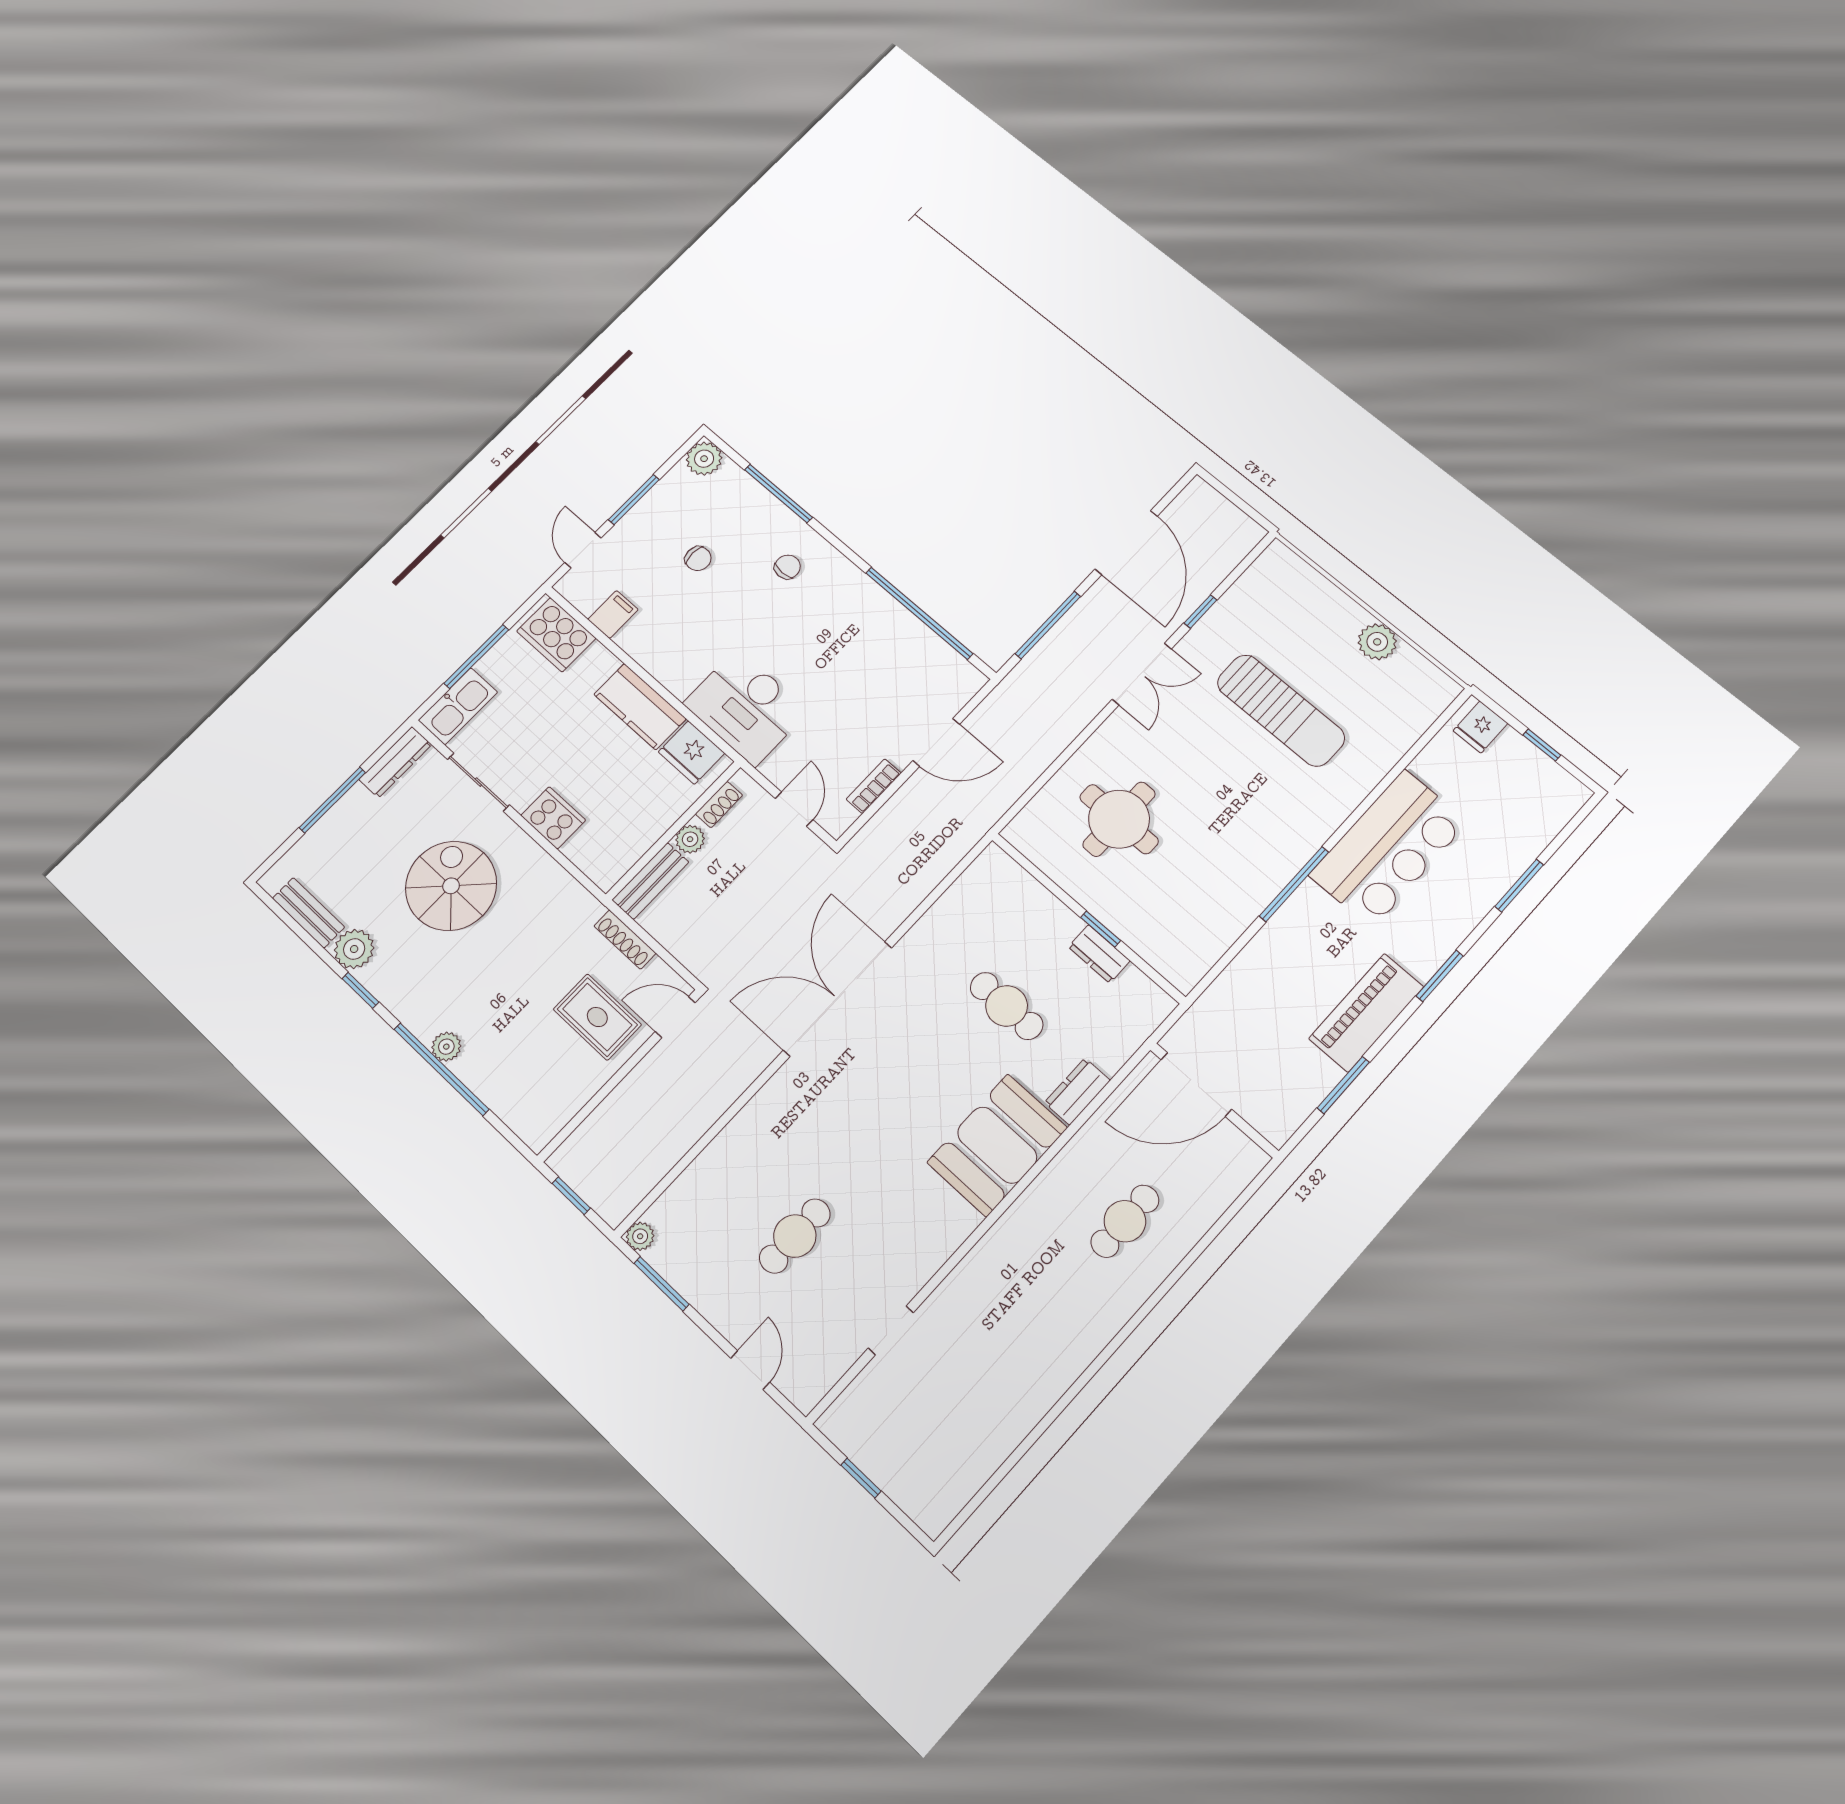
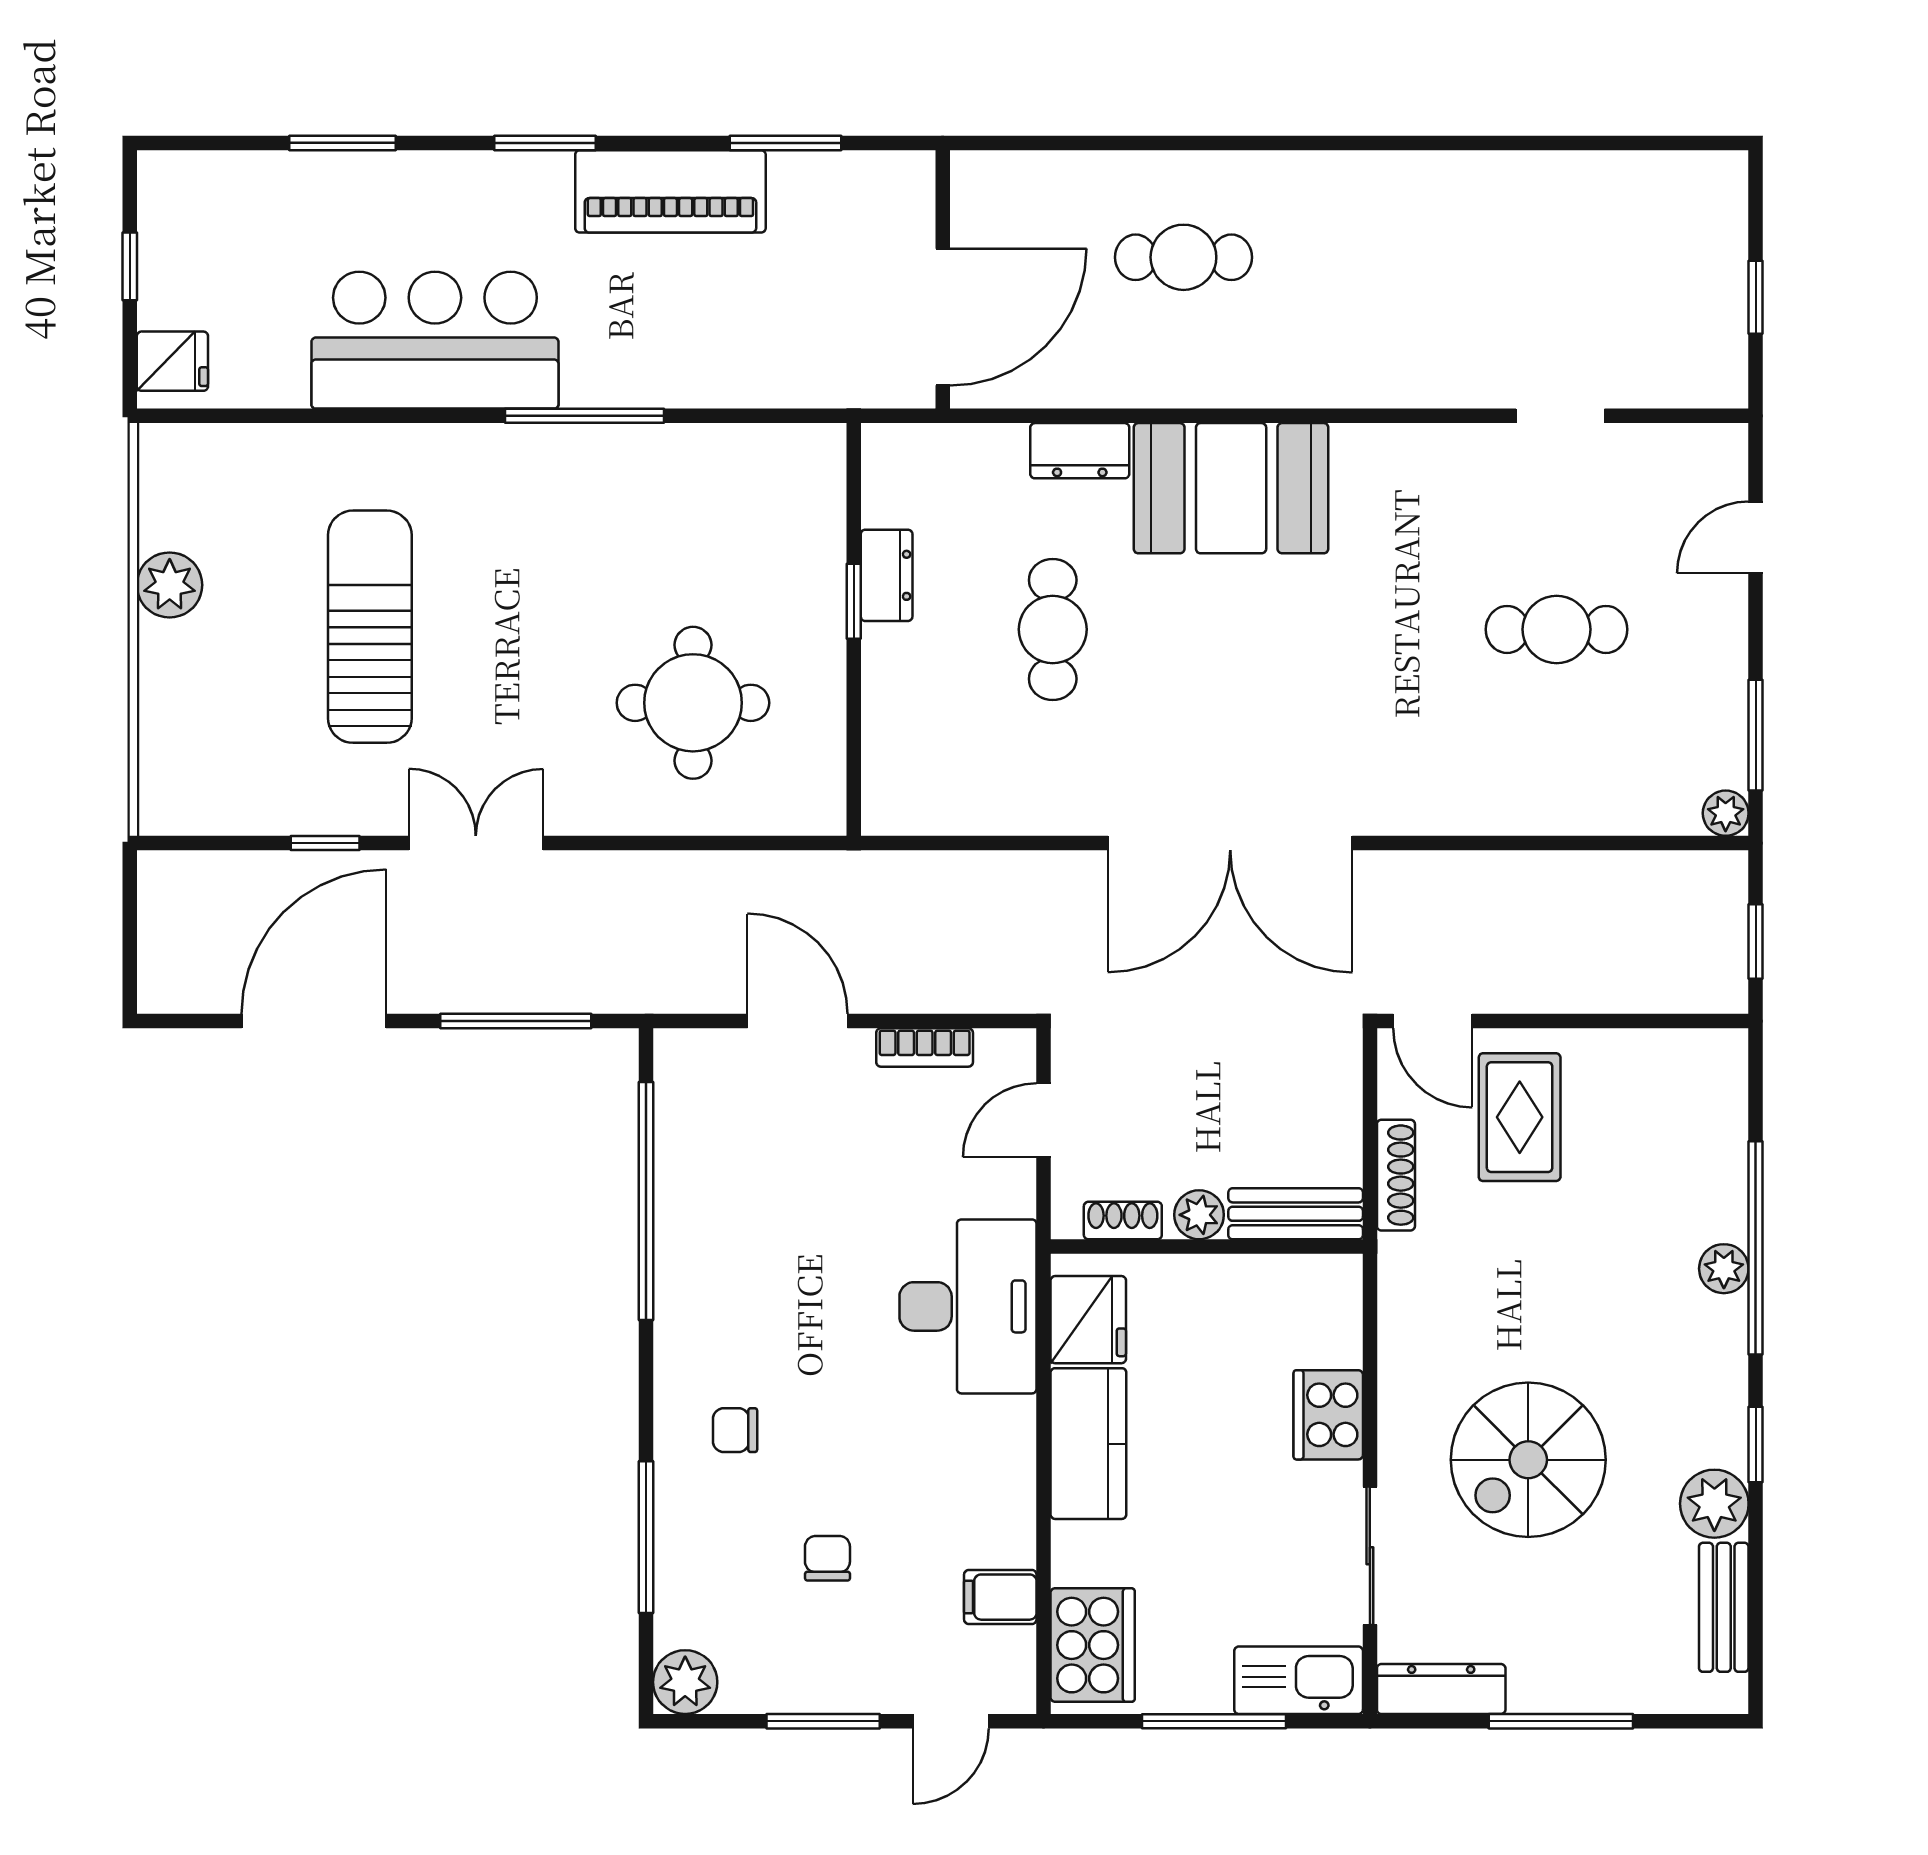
door: (1196, 1084) -> (943, 317), hinge flipped

